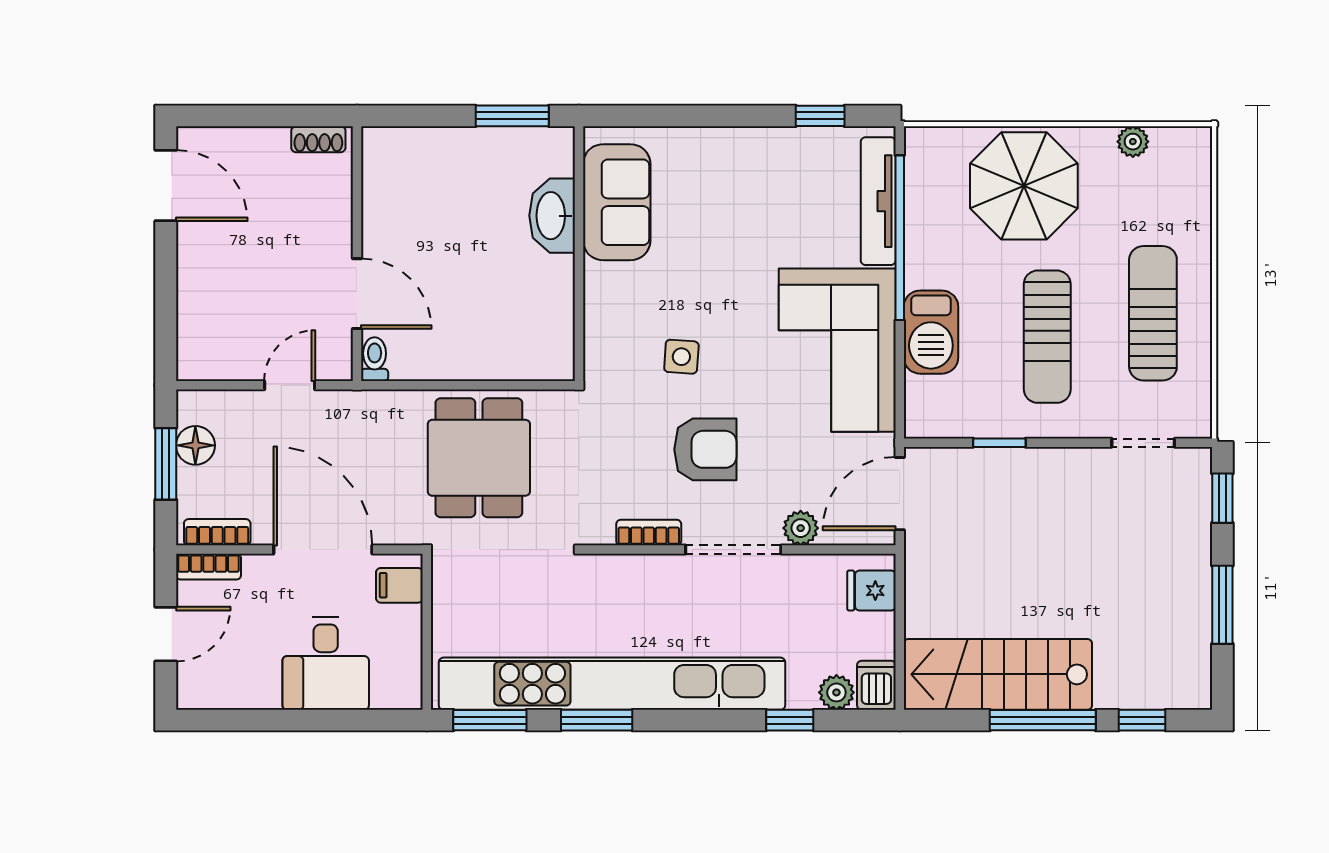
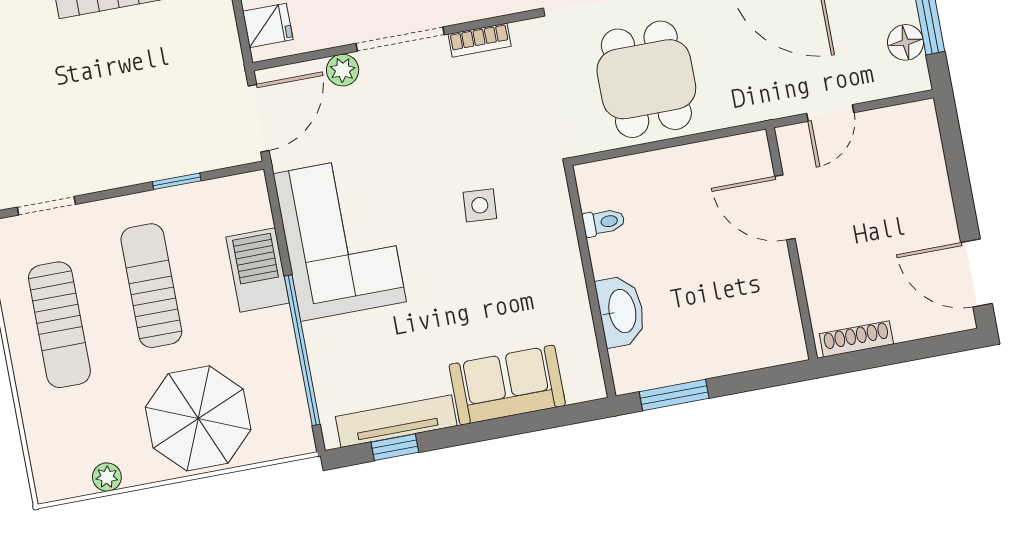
shoe rack: (318, 139) -> (856, 339), width x1.43
tv unit: (878, 201) -> (396, 421), moved, turned -90
sofa: (617, 202) -> (507, 385), moved, turned 90
toilet: (375, 359) -> (604, 222), moved, turned -90
armchair: (705, 449) -> (442, 125), removed

